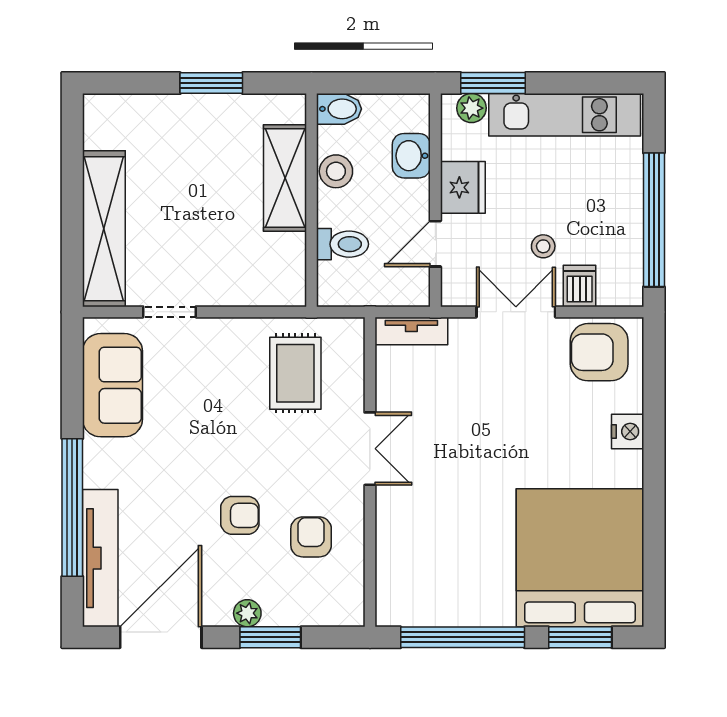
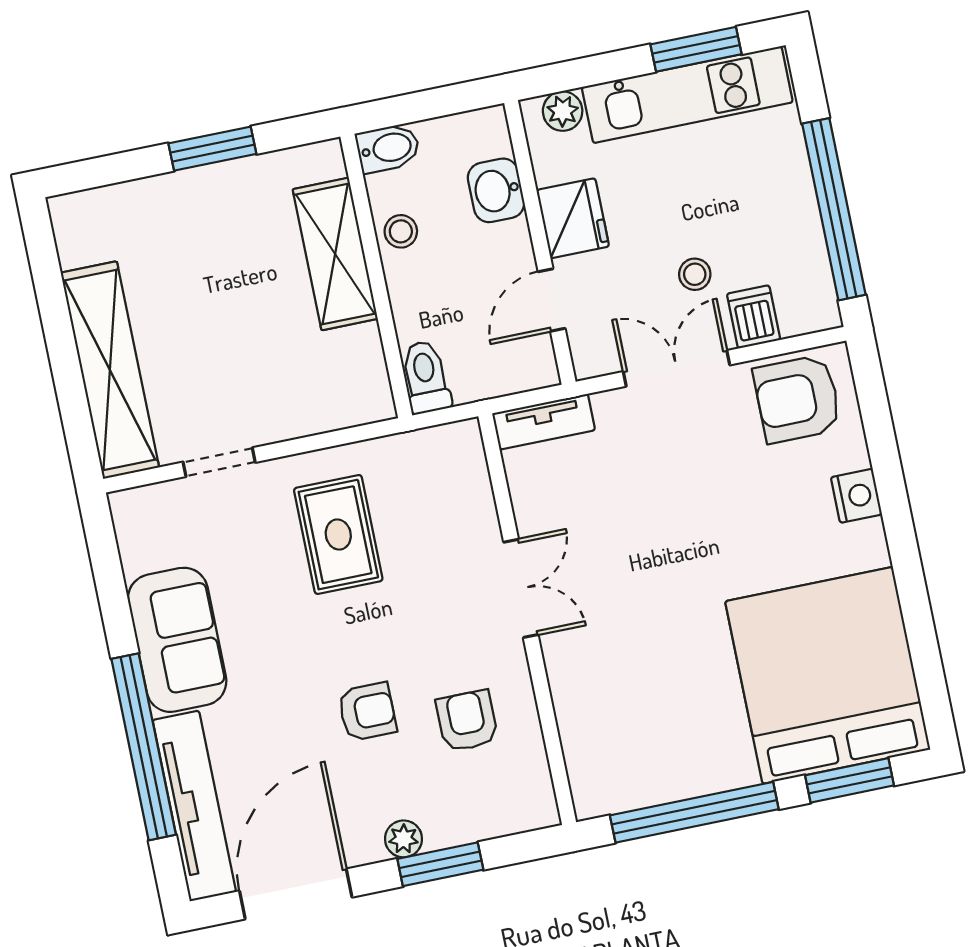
window: (493, 83) -> (696, 49), moved
stool: (336, 171) -> (401, 231), width x0.73, depth x0.73
toilet: (343, 244) -> (426, 377), moved, turned -90
rug: (295, 373) -> (338, 535), moved
sofa: (112, 385) -> (177, 640), moved

